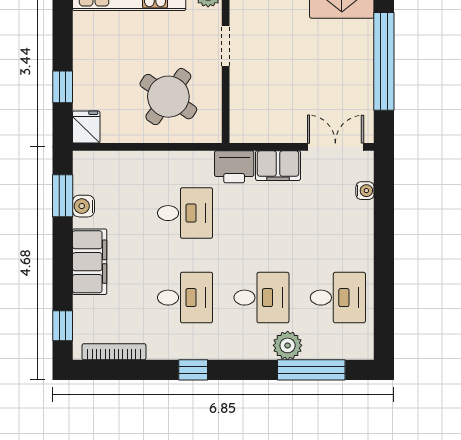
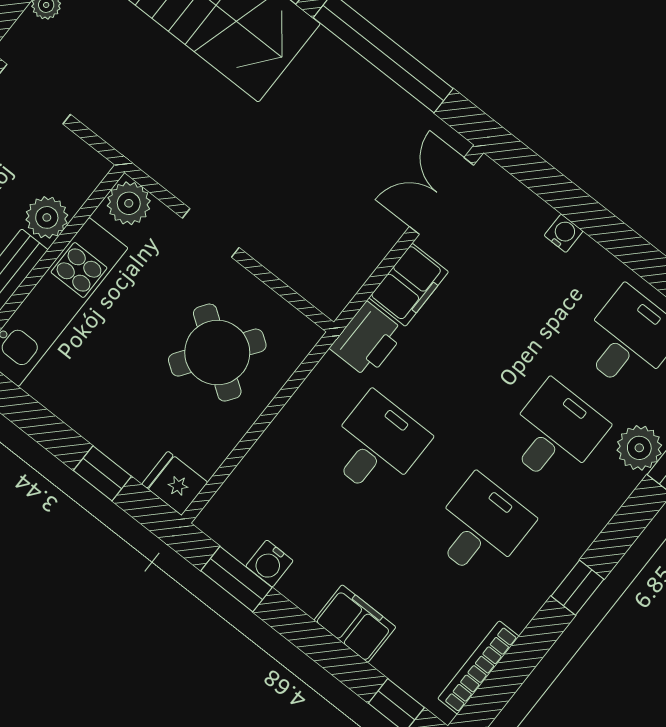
water cooler: (365, 191) -> (564, 233), moved
filing cabinet: (90, 262) -> (355, 624), width x0.67, depth x0.86

